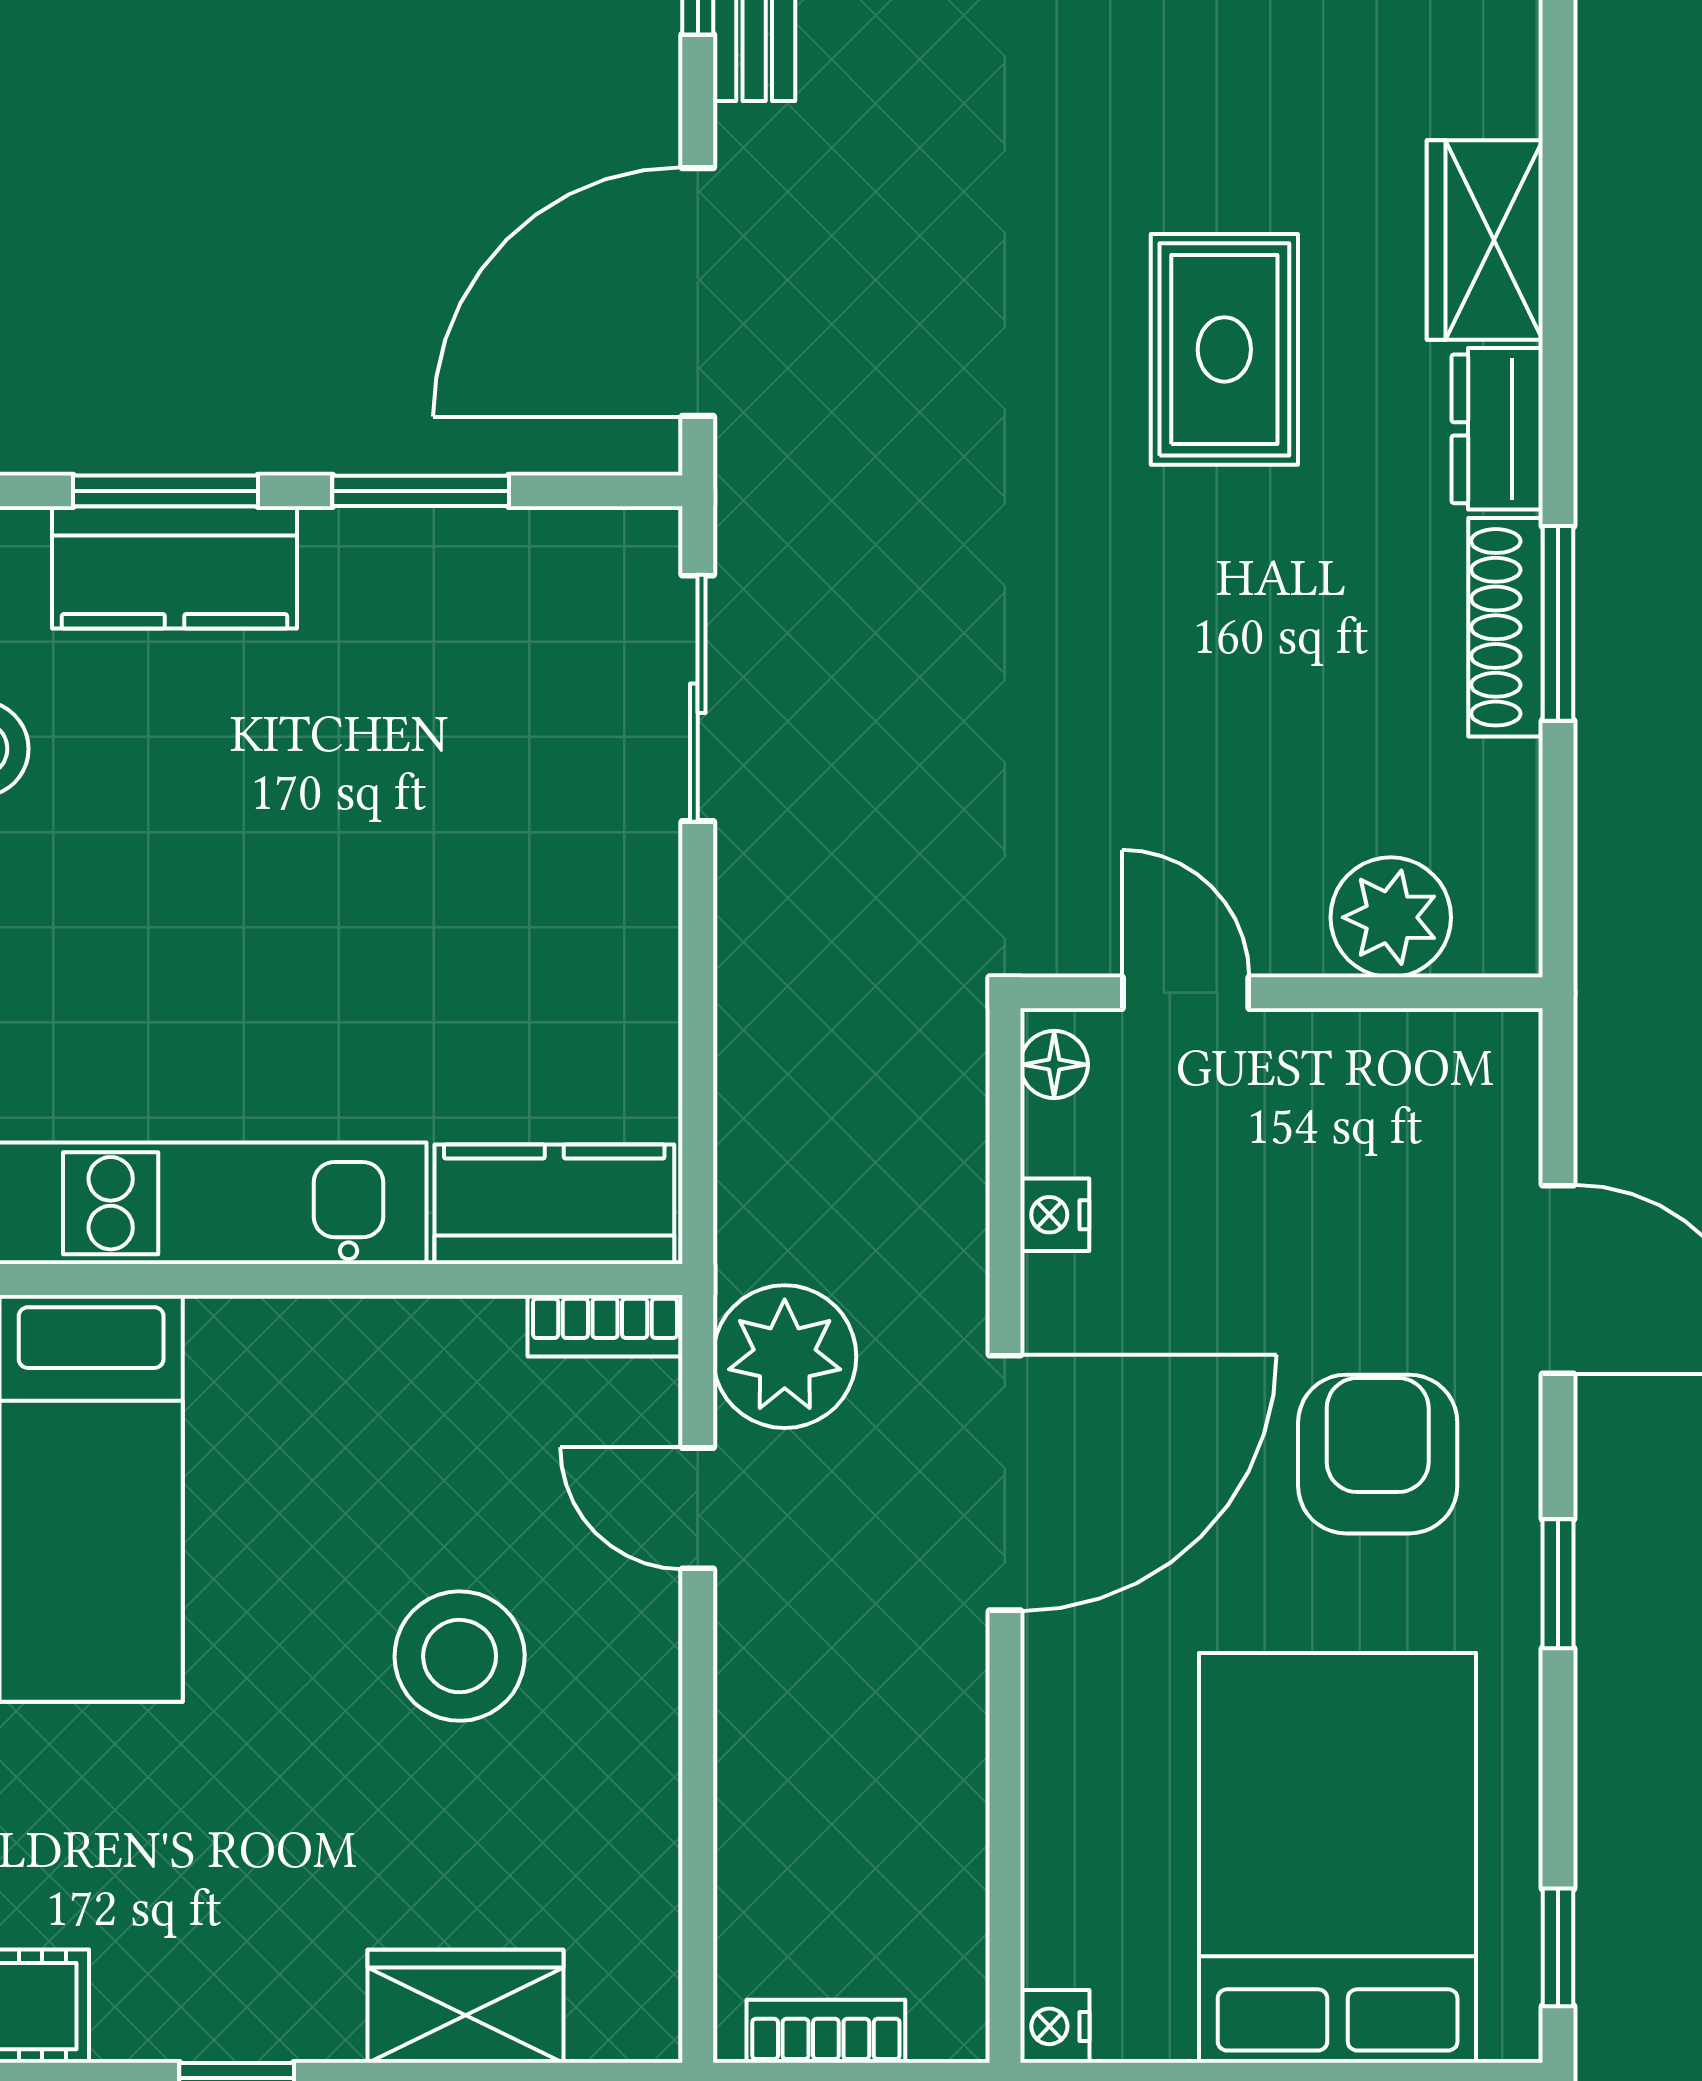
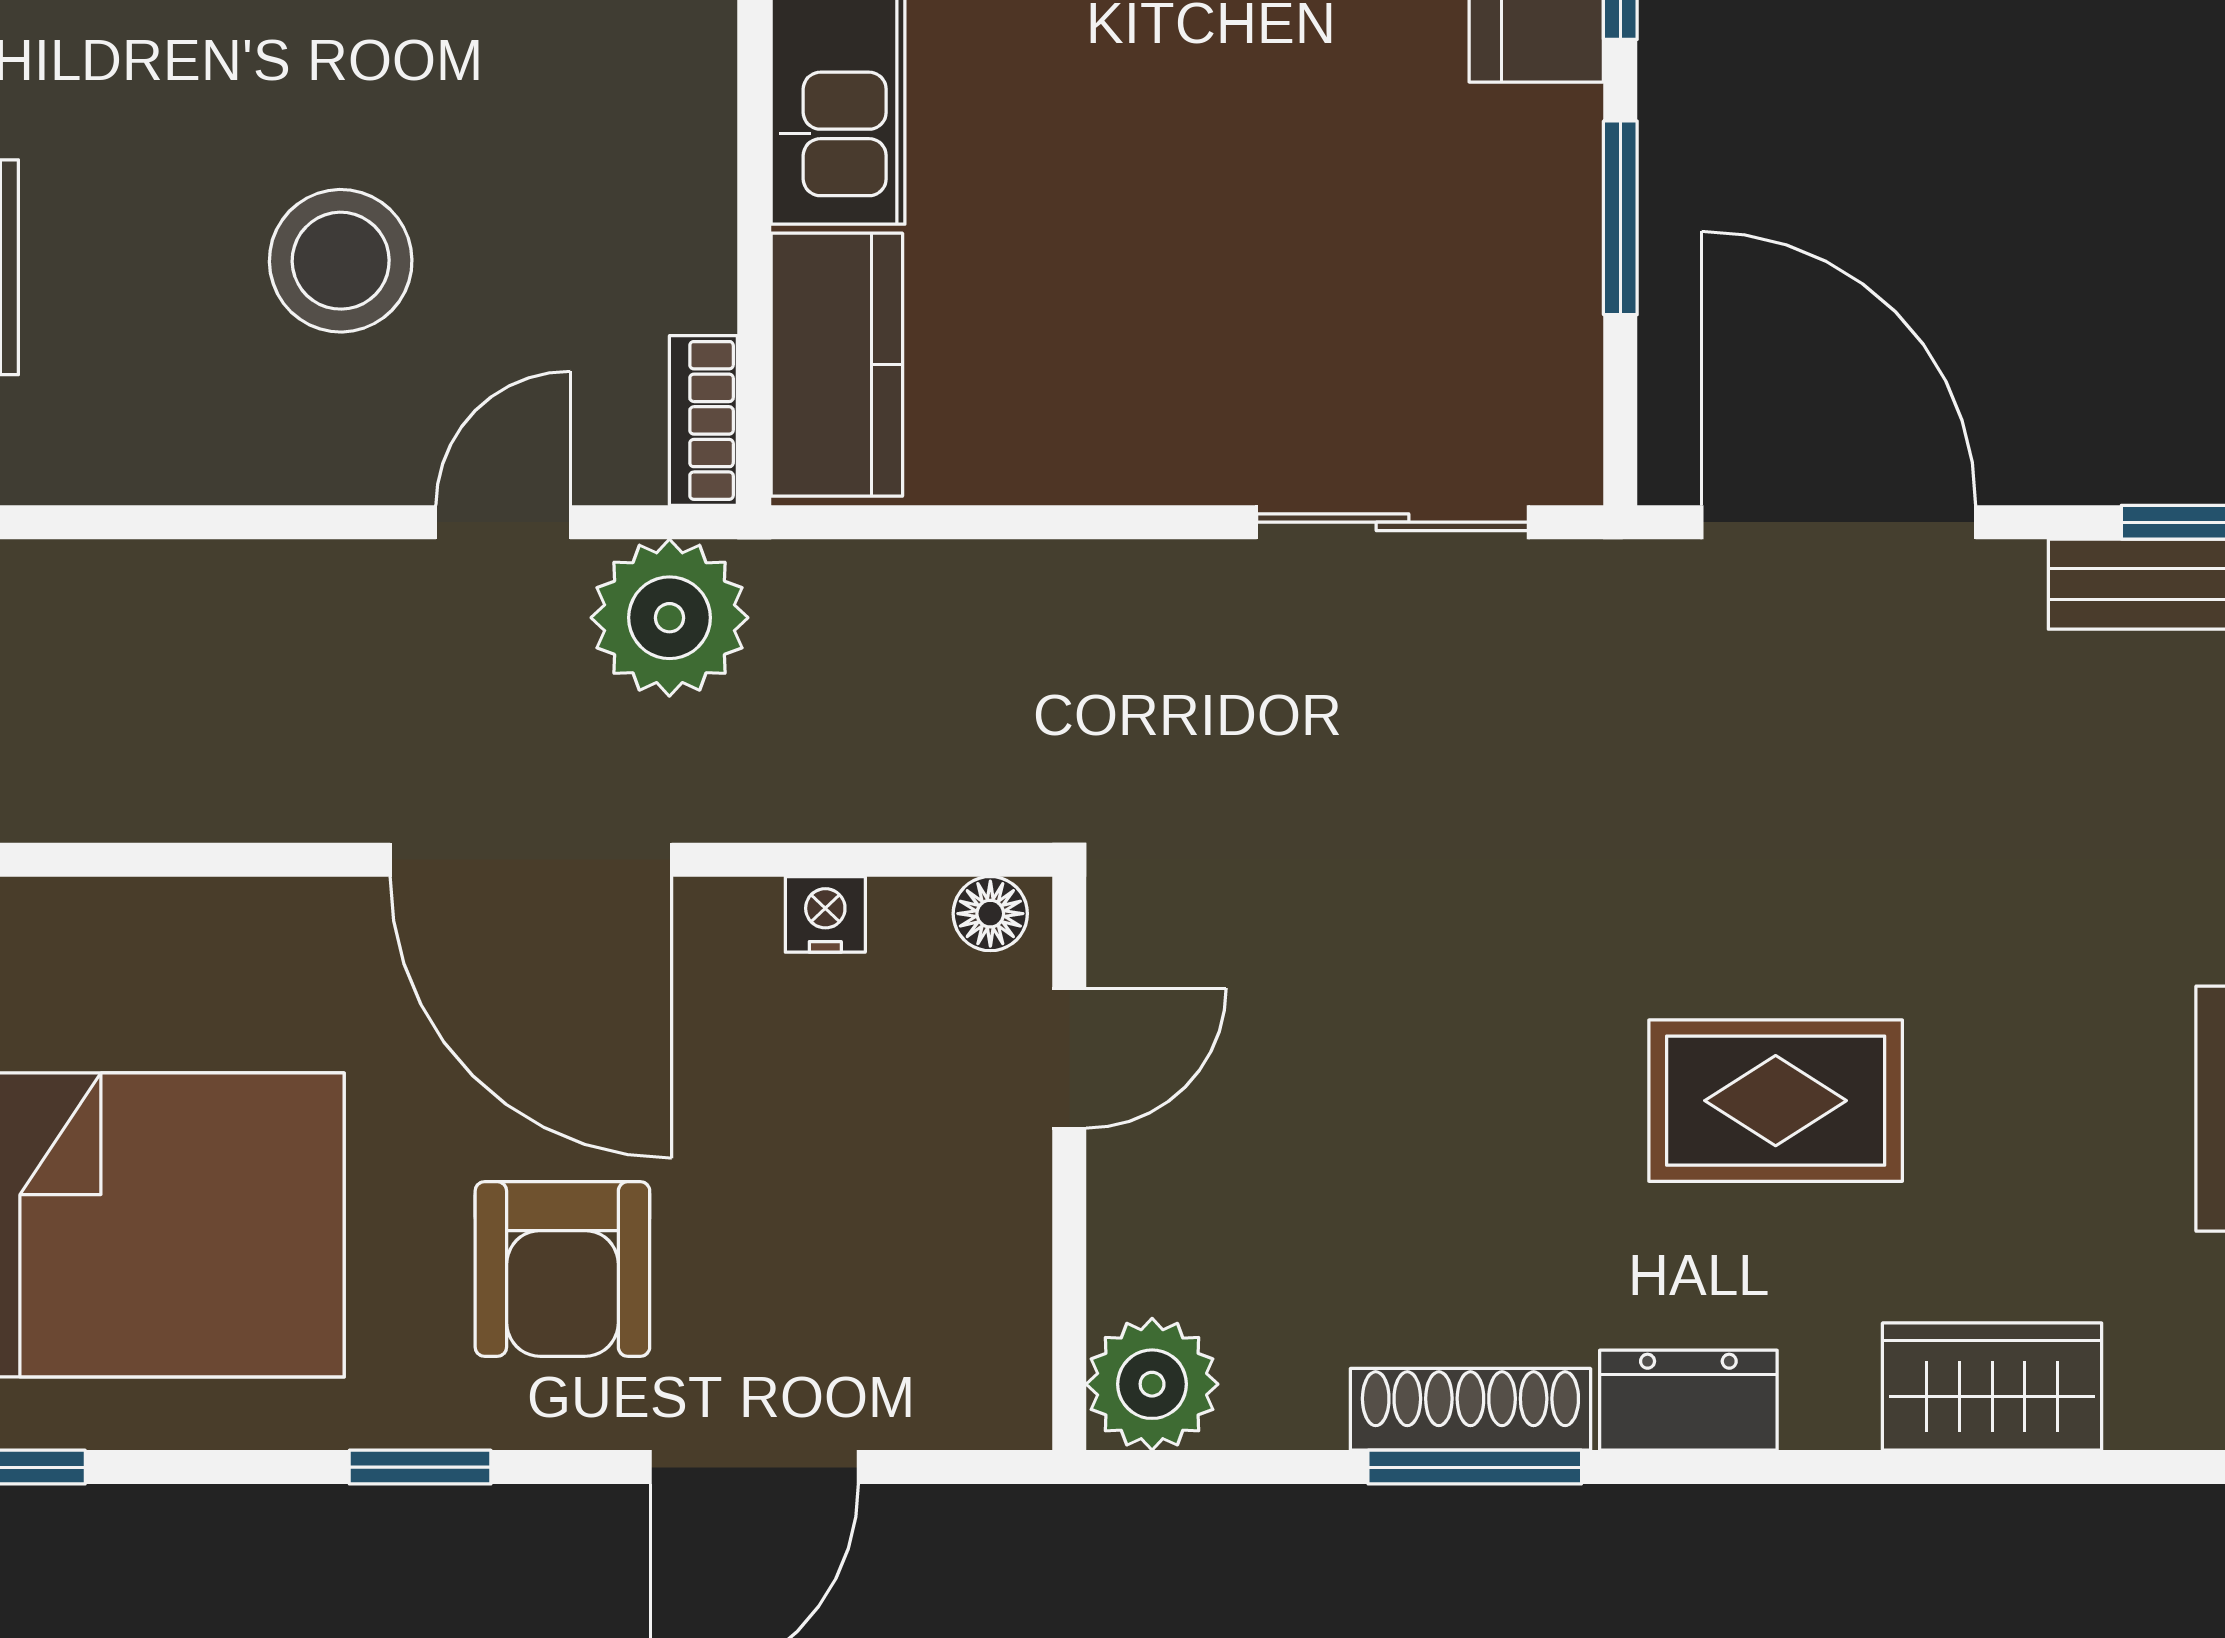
wardrobe: (1485, 240) -> (1992, 1387), moved
plant: (1391, 917) -> (1152, 1384), moved
armchair: (1378, 1454) -> (562, 1269), turned 90

